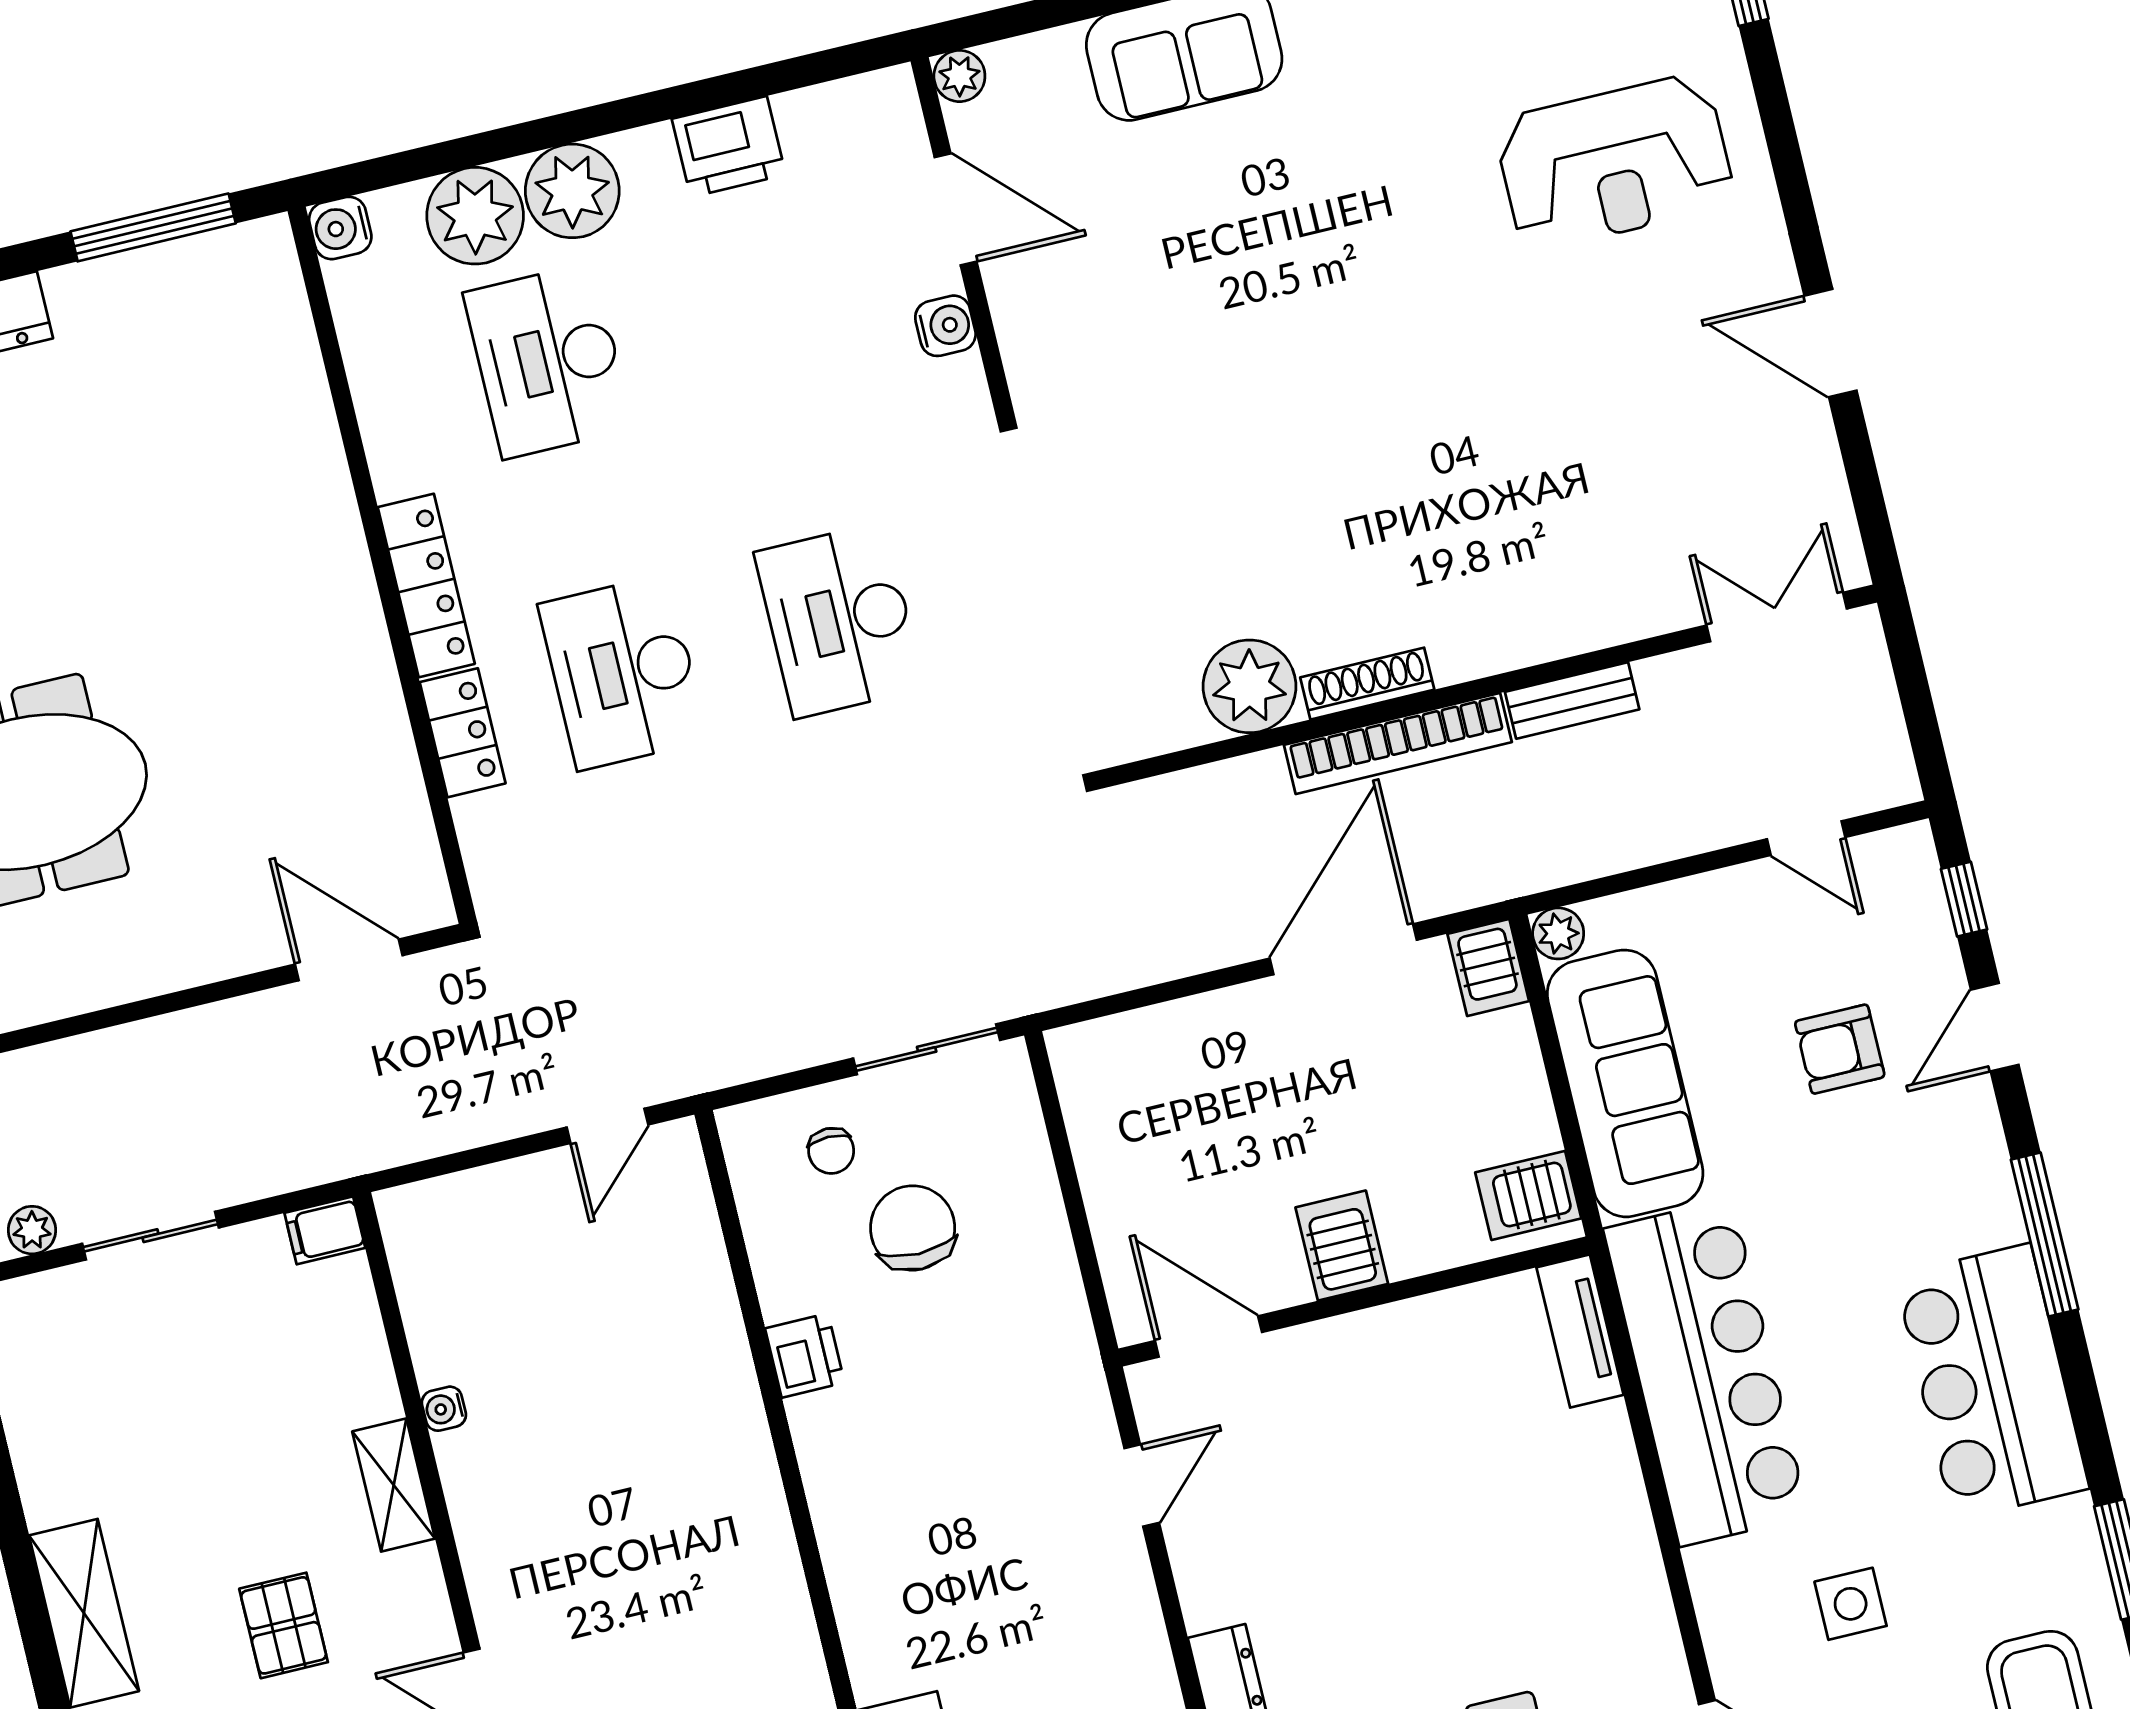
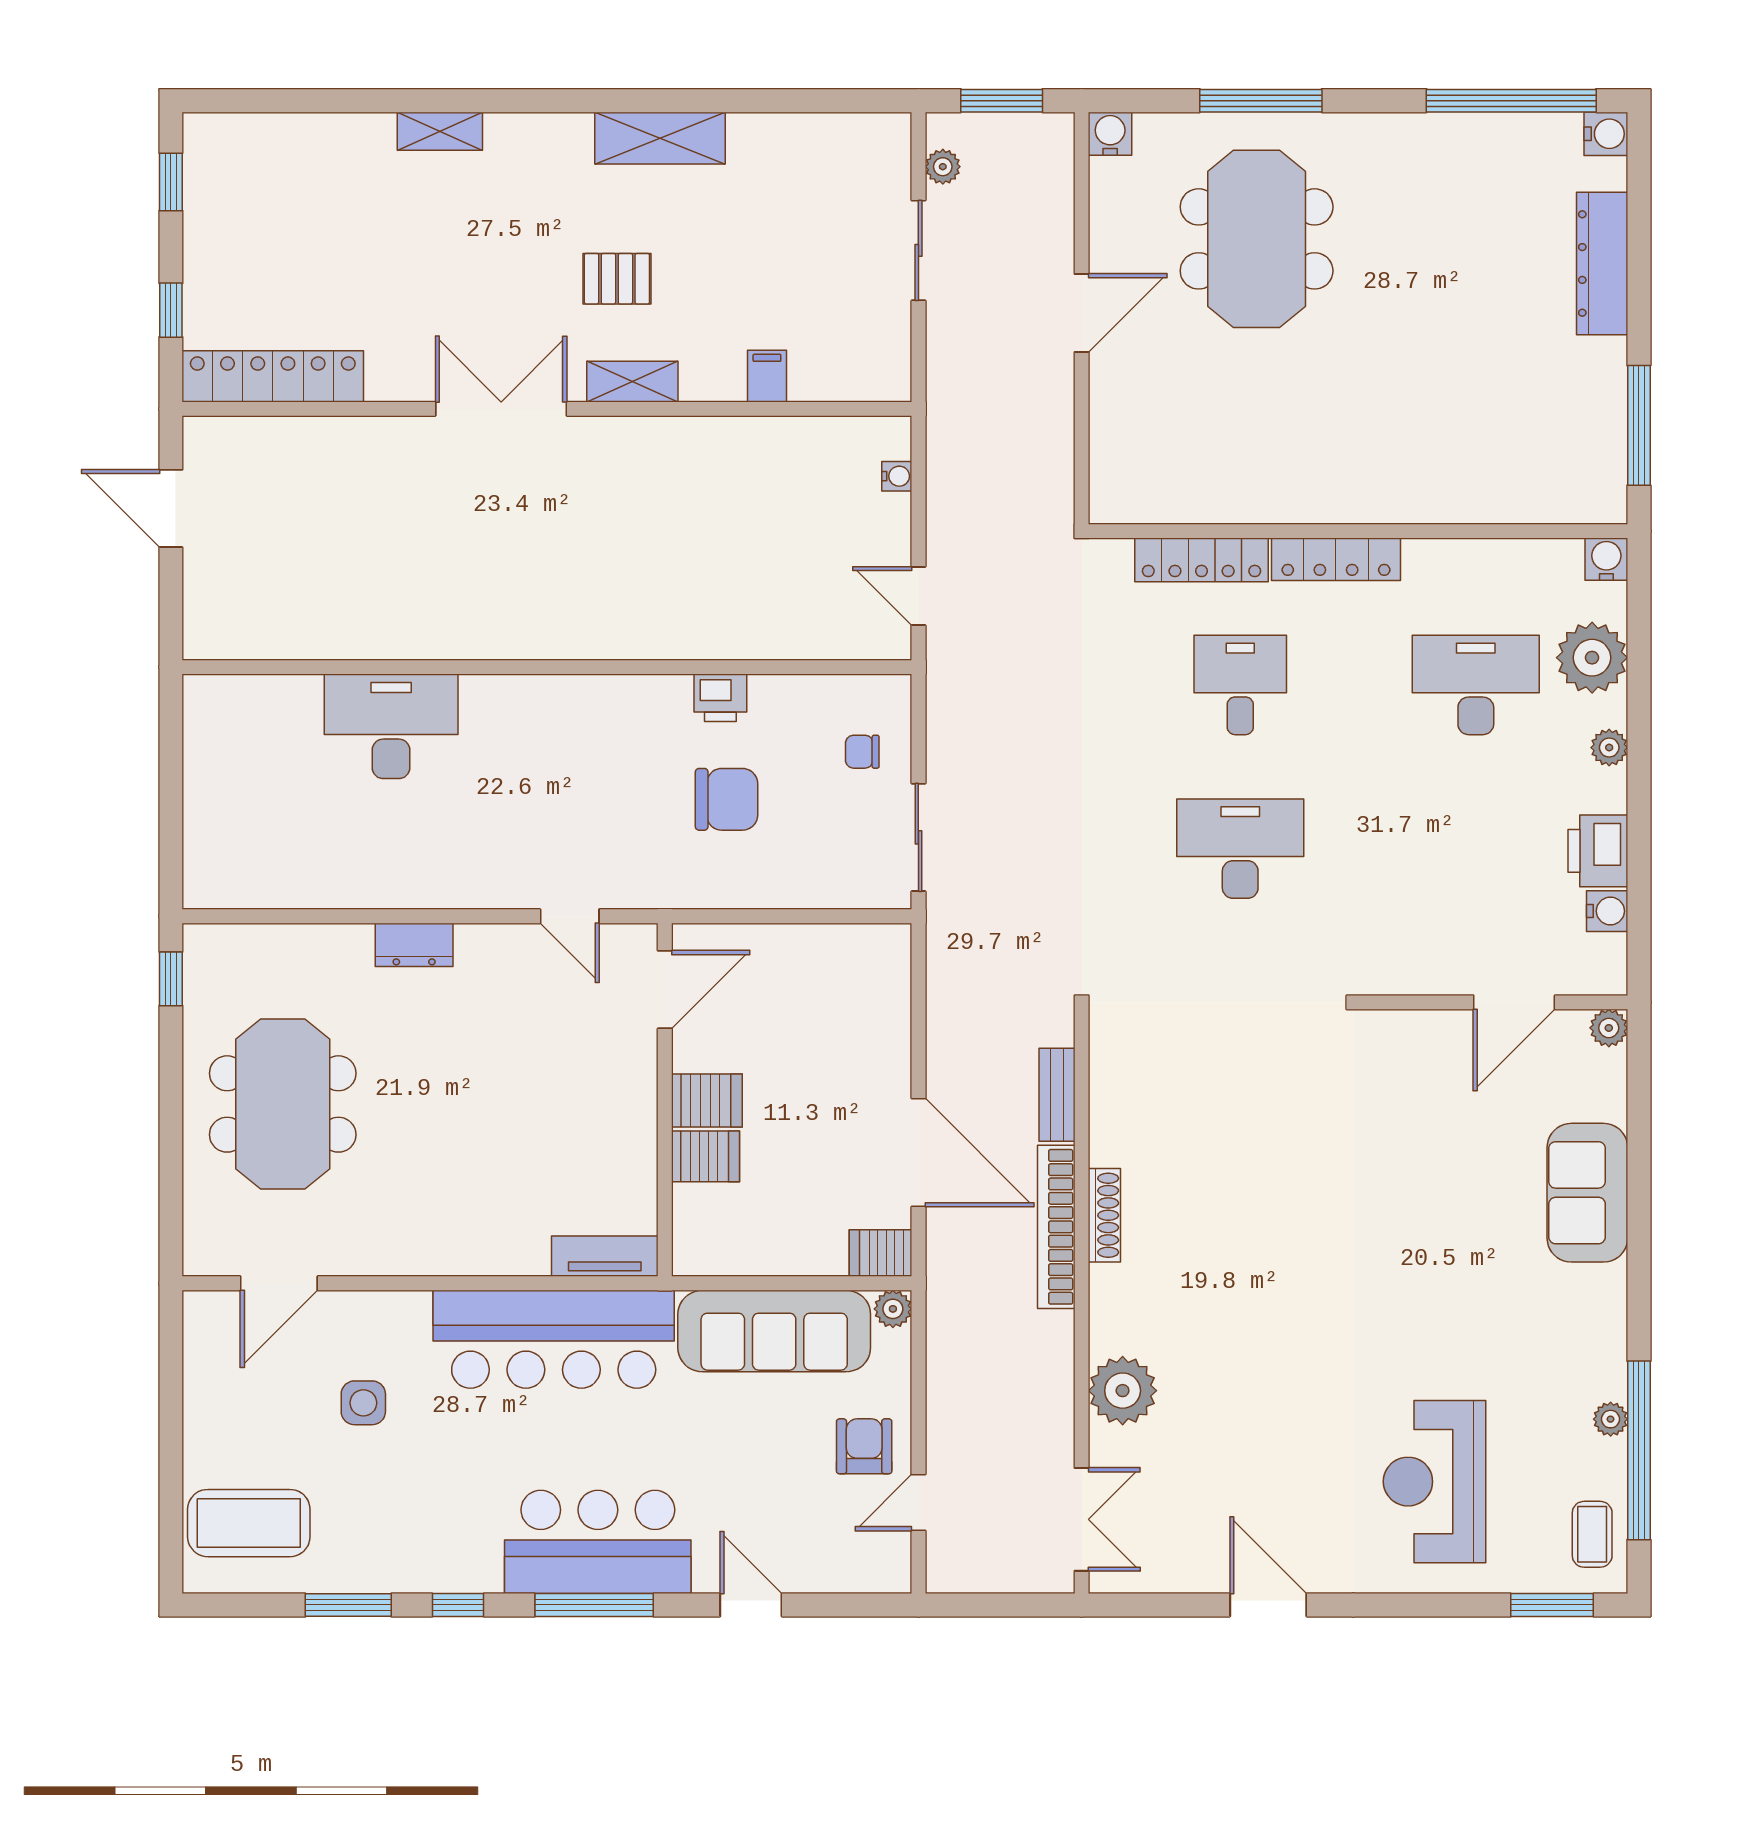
plant: (572, 191) -> (1609, 748), width x0.53, depth x0.53
water cooler: (945, 326) -> (1607, 911), moved, turned -90
door: (1831, 343) -> (1268, 1605), hinge flipped
desk: (623, 672) -> (1240, 685), width x0.73
plant: (1249, 686) -> (1123, 1391), moved
bench: (1572, 701) -> (1057, 1095), moved
locker: (463, 733) -> (1202, 560), width x1.53
window: (1964, 899) -> (458, 1605), moved
door: (349, 960) -> (1082, 313), moved
armchair: (1840, 1049) -> (864, 1446), moved
server rack: (1528, 1195) -> (706, 1156), moved, turned 90
chair: (913, 1228) -> (727, 799), moved
filing cabinet: (325, 1230) -> (767, 376), moved
bar counter: (1992, 1382) -> (598, 1542), moved
water cooler: (444, 1409) -> (897, 476), moved, turned 90
shelving: (394, 1485) -> (632, 382), moved

